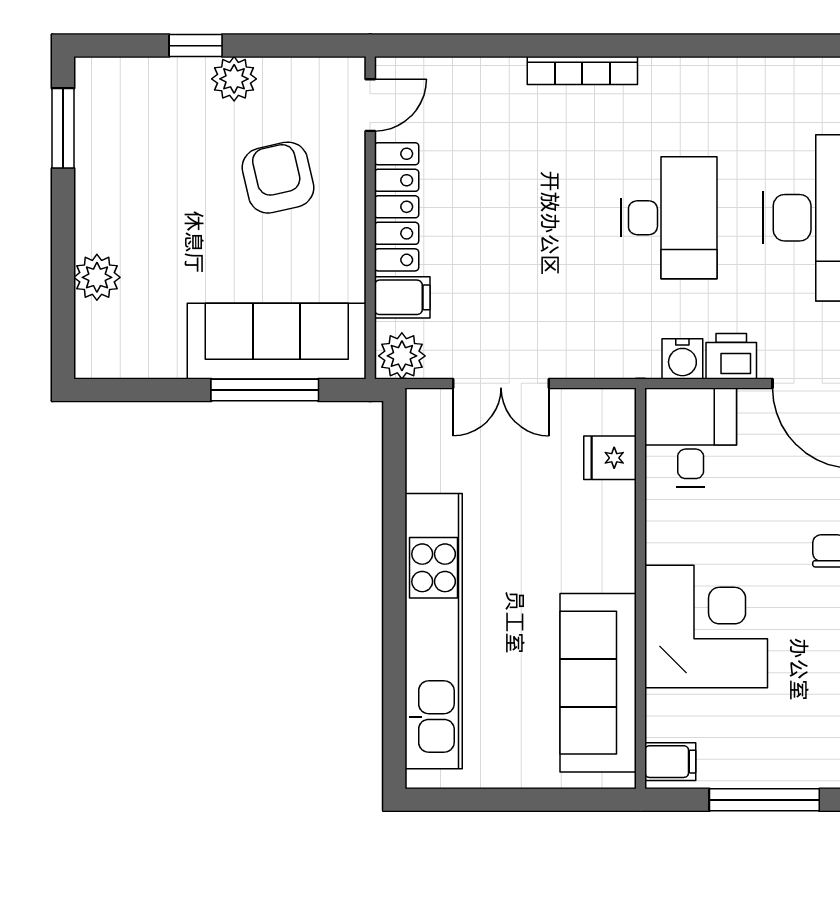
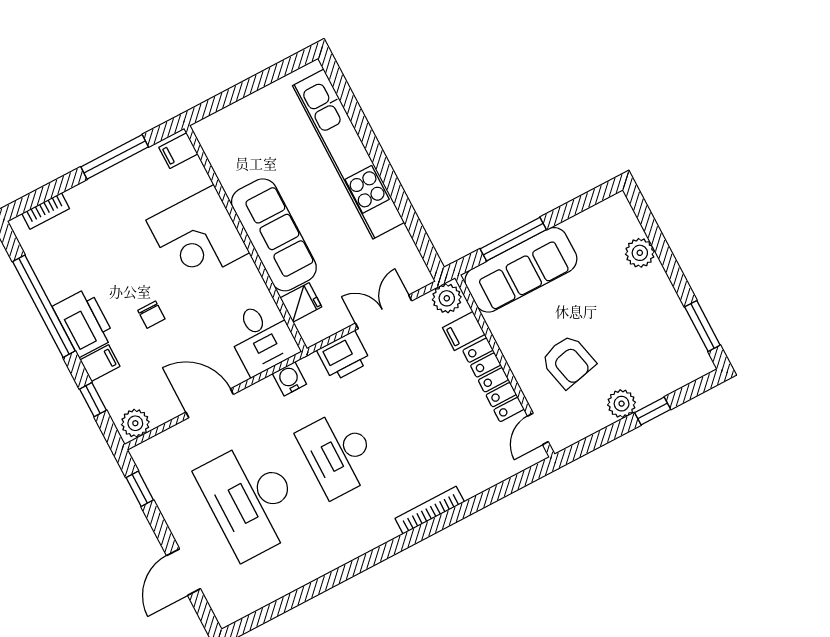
printer: (731, 356) -> (344, 356), moved, width x1.36, depth x1.24
sofa: (598, 683) -> (274, 235), moved

